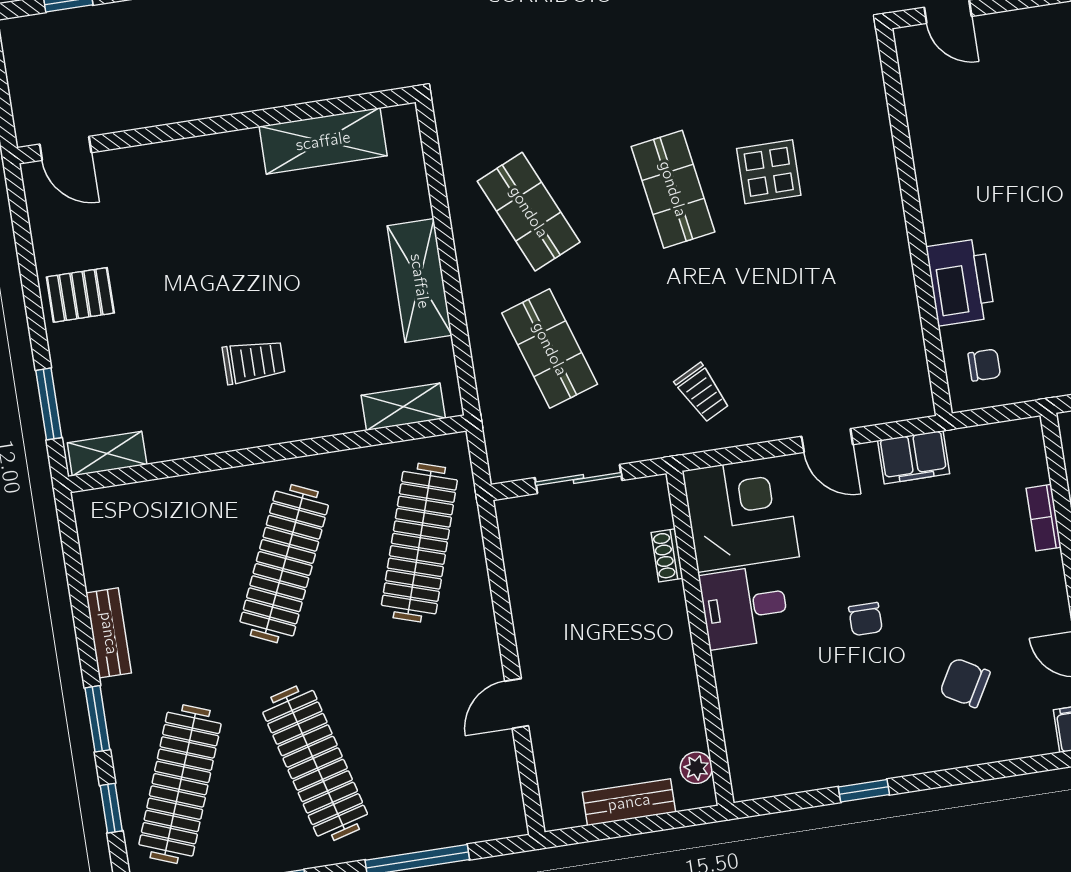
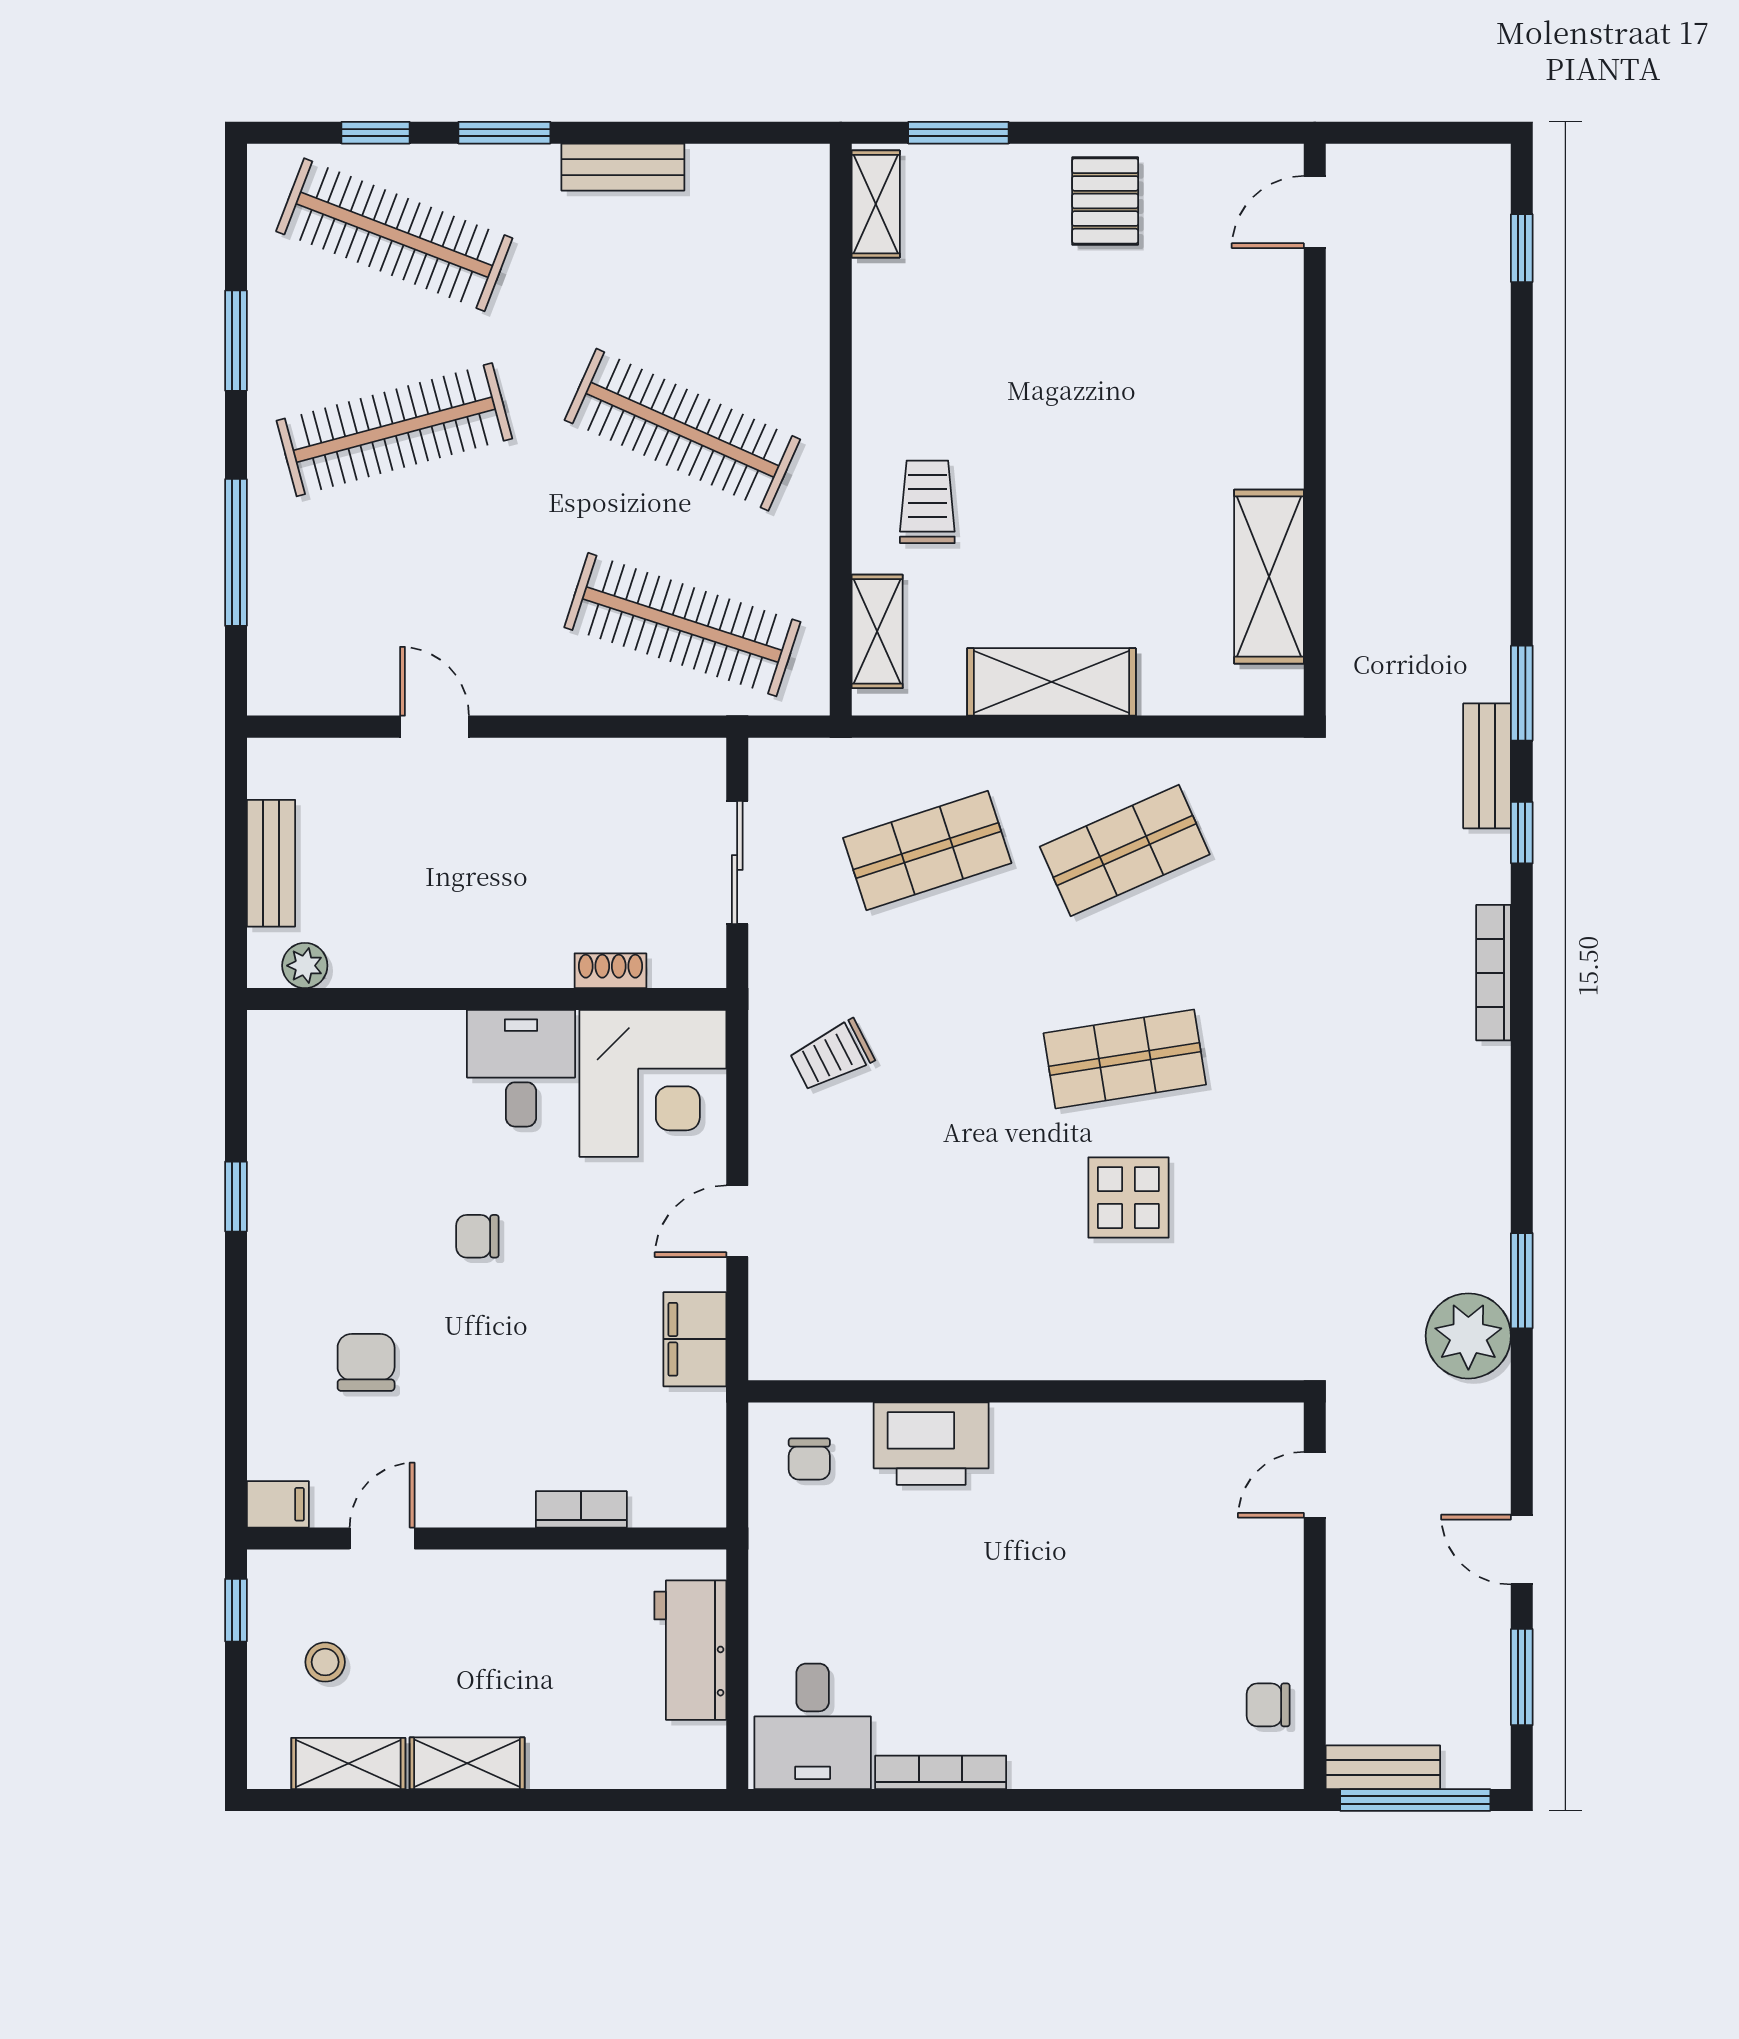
trolley: (254, 362) -> (927, 502), moved, turned 180
chair: (965, 683) -> (366, 1362), turned -30

